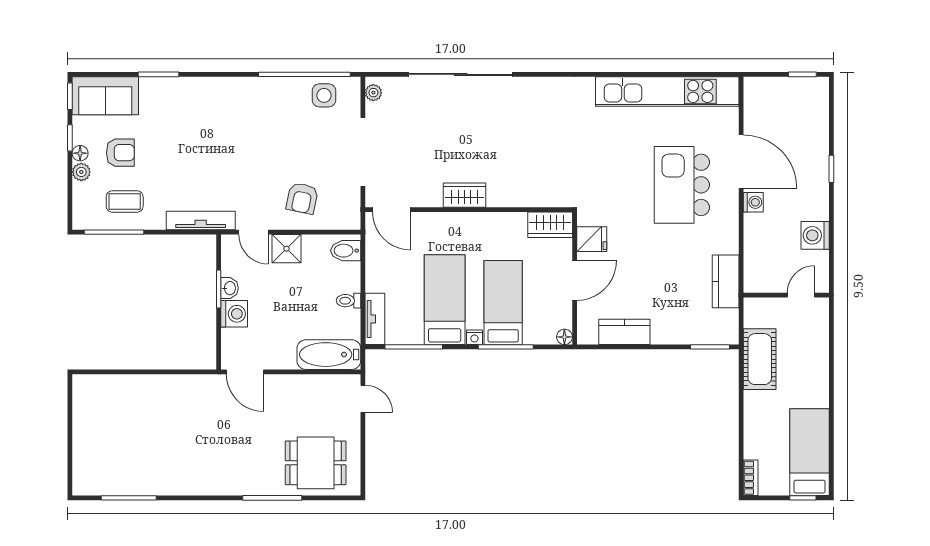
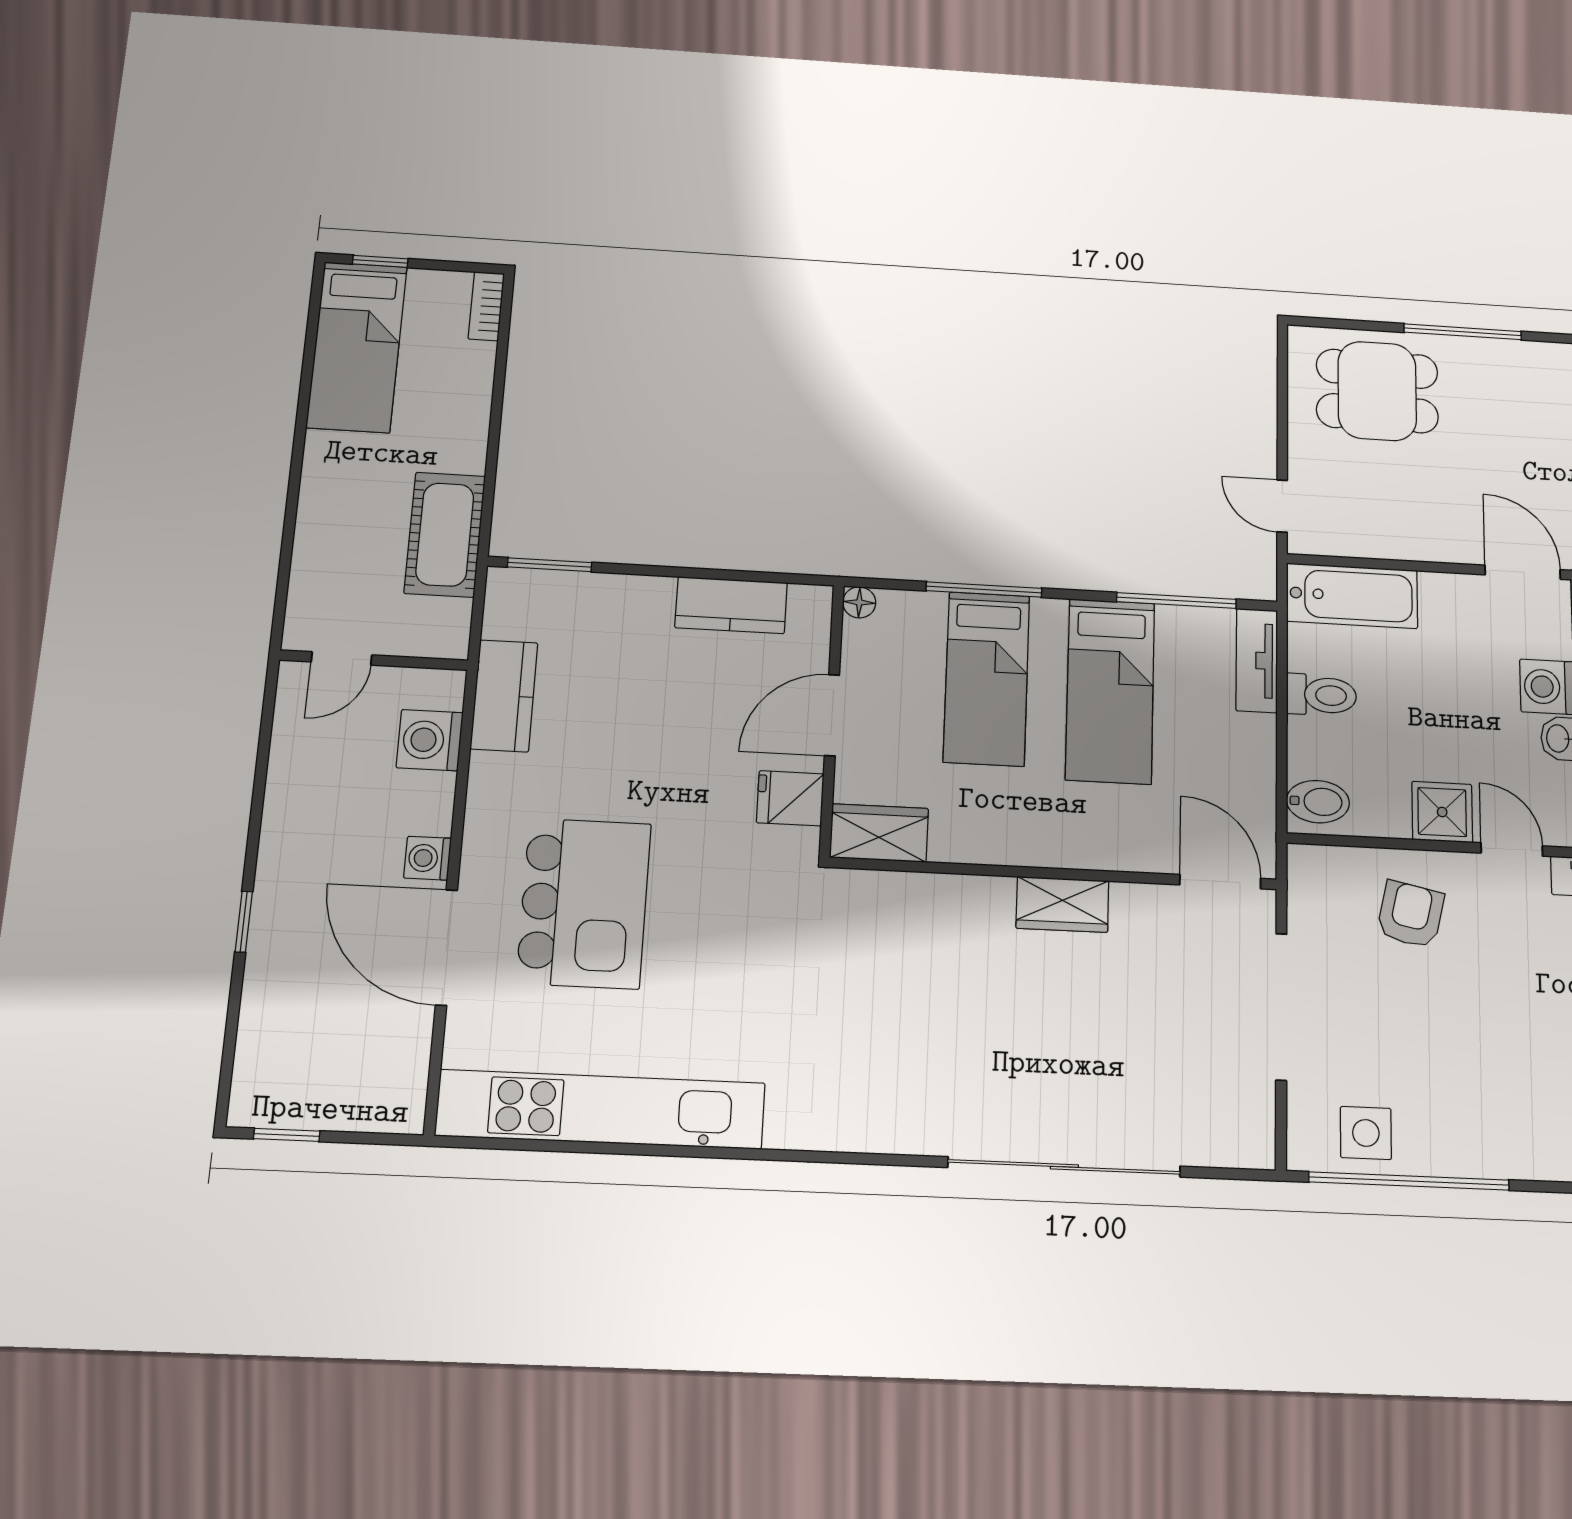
plant: (373, 93) -> (1258, 1134), removed
washing machine: (815, 235) -> (430, 740), moved, turned 180
toilet: (348, 301) -> (1321, 695), width x1.37, depth x1.39
nightstand: (474, 337) -> (1049, 612), removed

